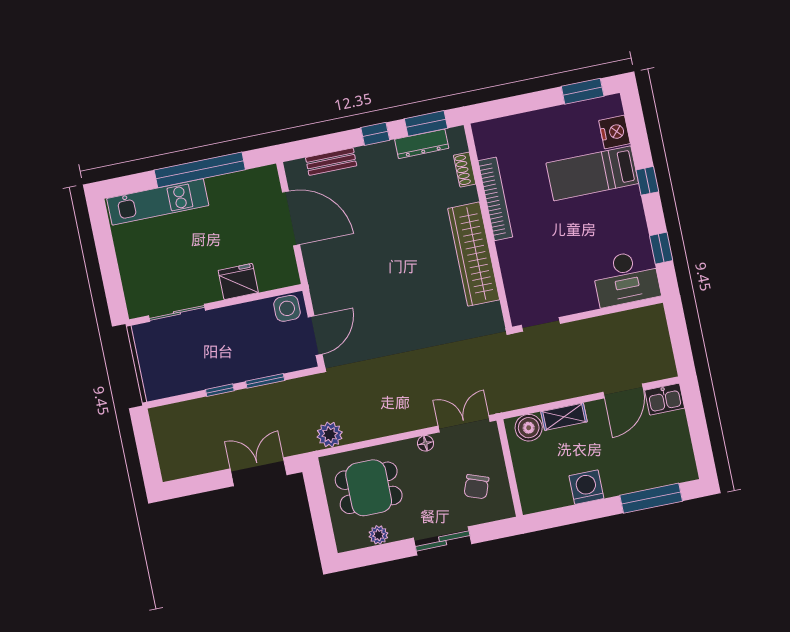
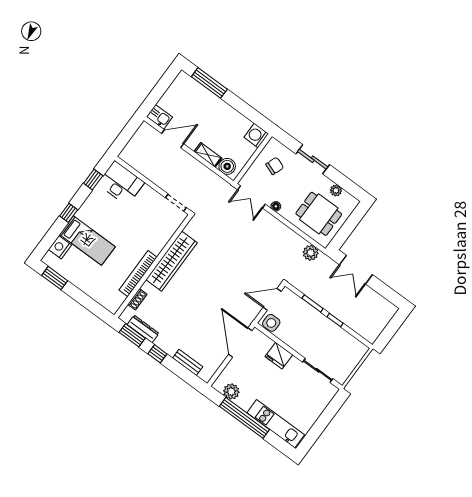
plant: (247, 183) -> (231, 392), added
door: (291, 218) -> (240, 343), moved
washing machine: (586, 487) -> (256, 136), moved, turned 90

